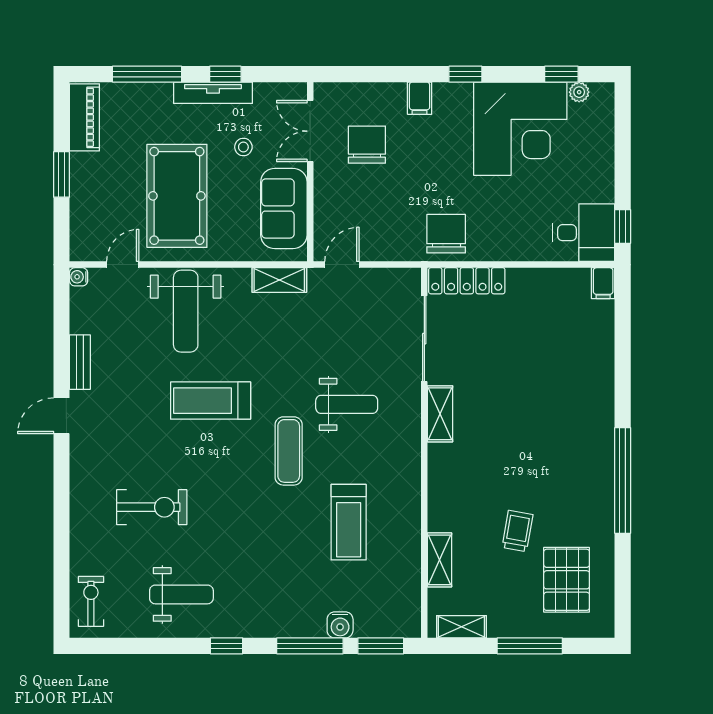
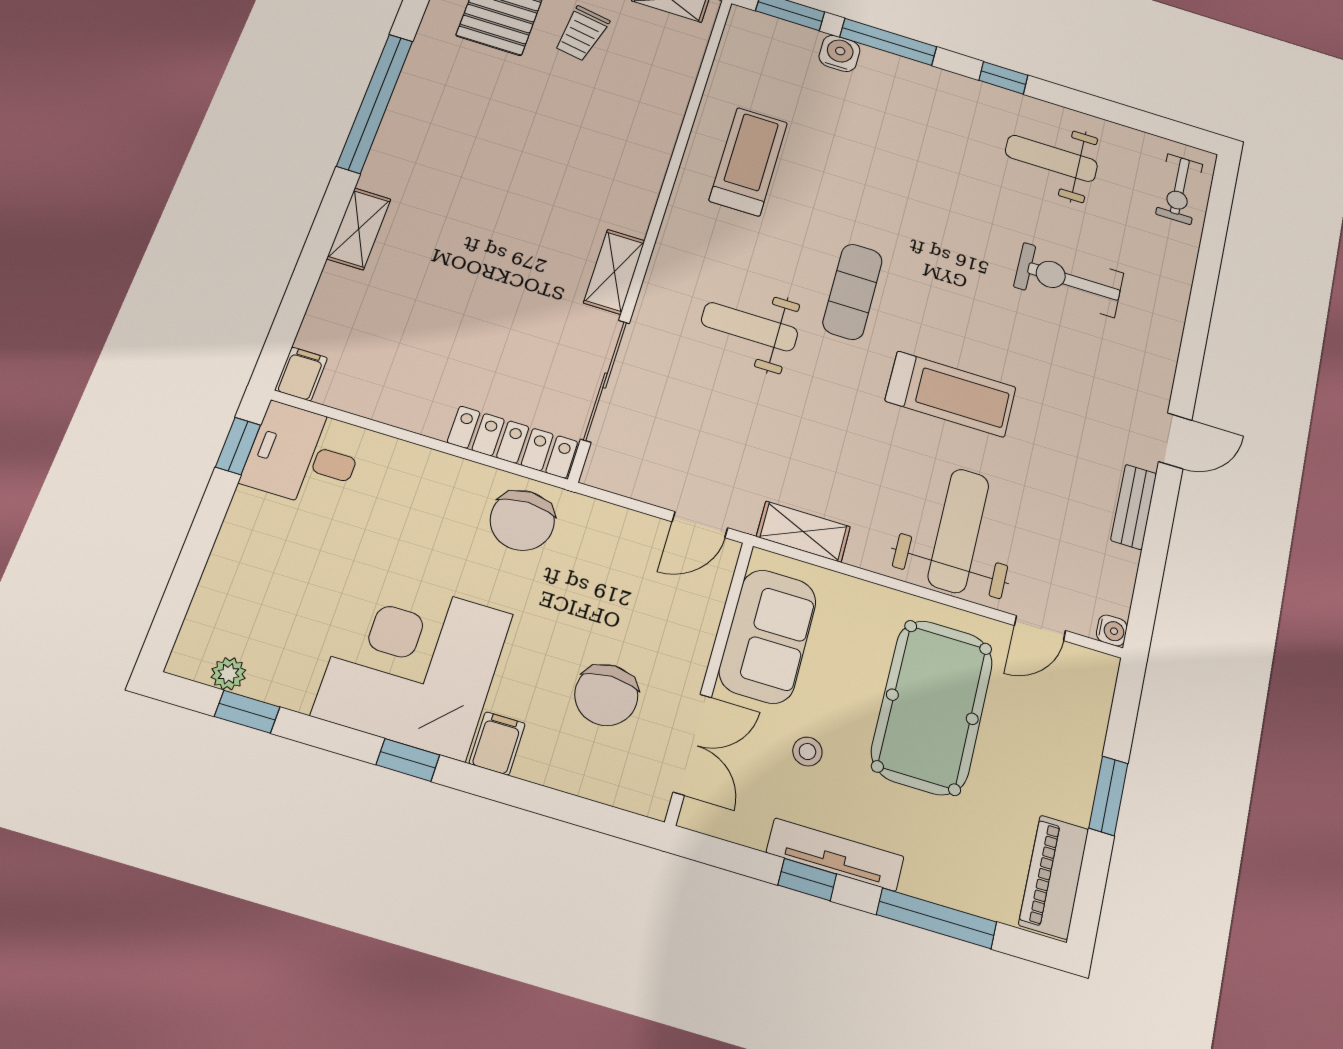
corner desk: (520, 129) -> (413, 664), moved
treadmill: (349, 522) -> (748, 162), moved
trolley: (518, 531) -> (582, 34), moved
shelving: (440, 560) -> (359, 229), moved

